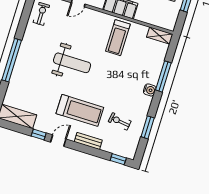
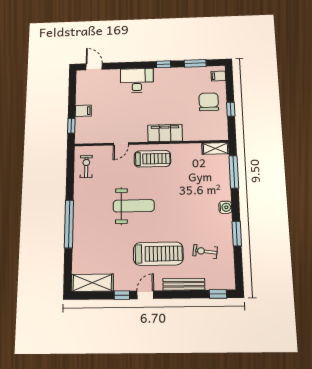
treadmill: (118, 38) -> (152, 159), moved, turned -90
window: (163, 76) -> (234, 172), moved
window: (148, 127) -> (237, 234), moved
bench: (88, 141) -> (184, 284), width x1.36

